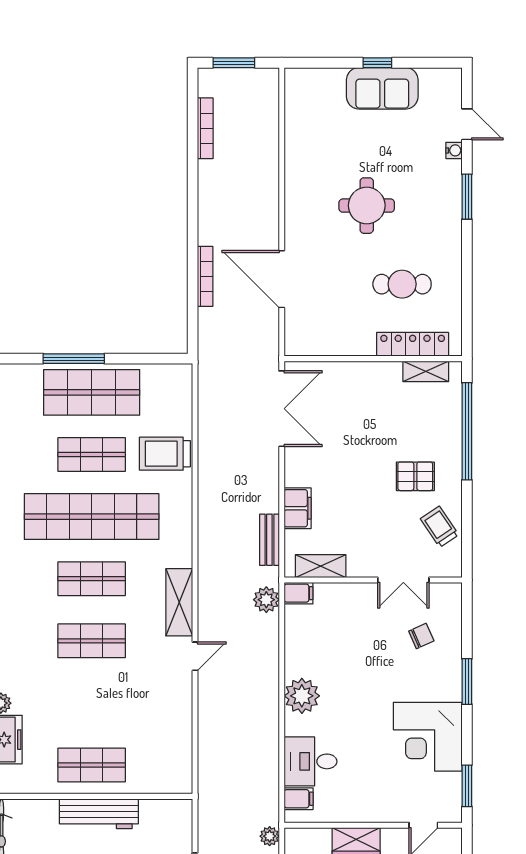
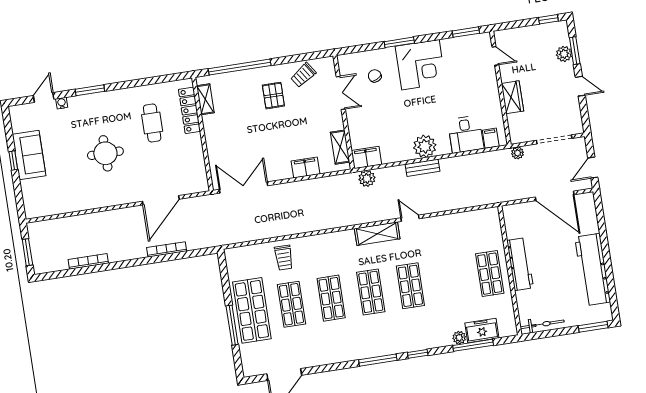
bookcase: (205, 128) -> (88, 261), moved
trolley: (165, 454) -> (284, 258), width x0.73, depth x0.72
shop shelf: (92, 517) -> (331, 298), width x0.50, depth x0.74
bench: (269, 540) -> (423, 168), moved
filing cabinet: (298, 593) -> (366, 157), width x2.00
corner desk: (428, 737) -> (420, 65), moved

